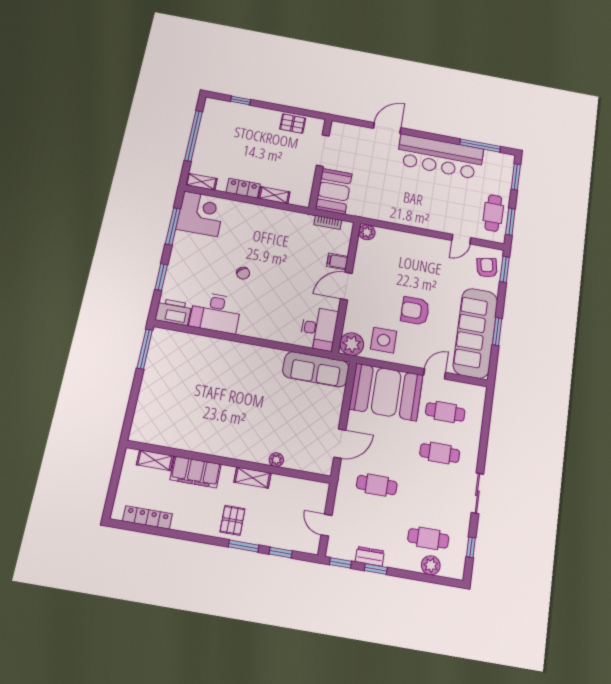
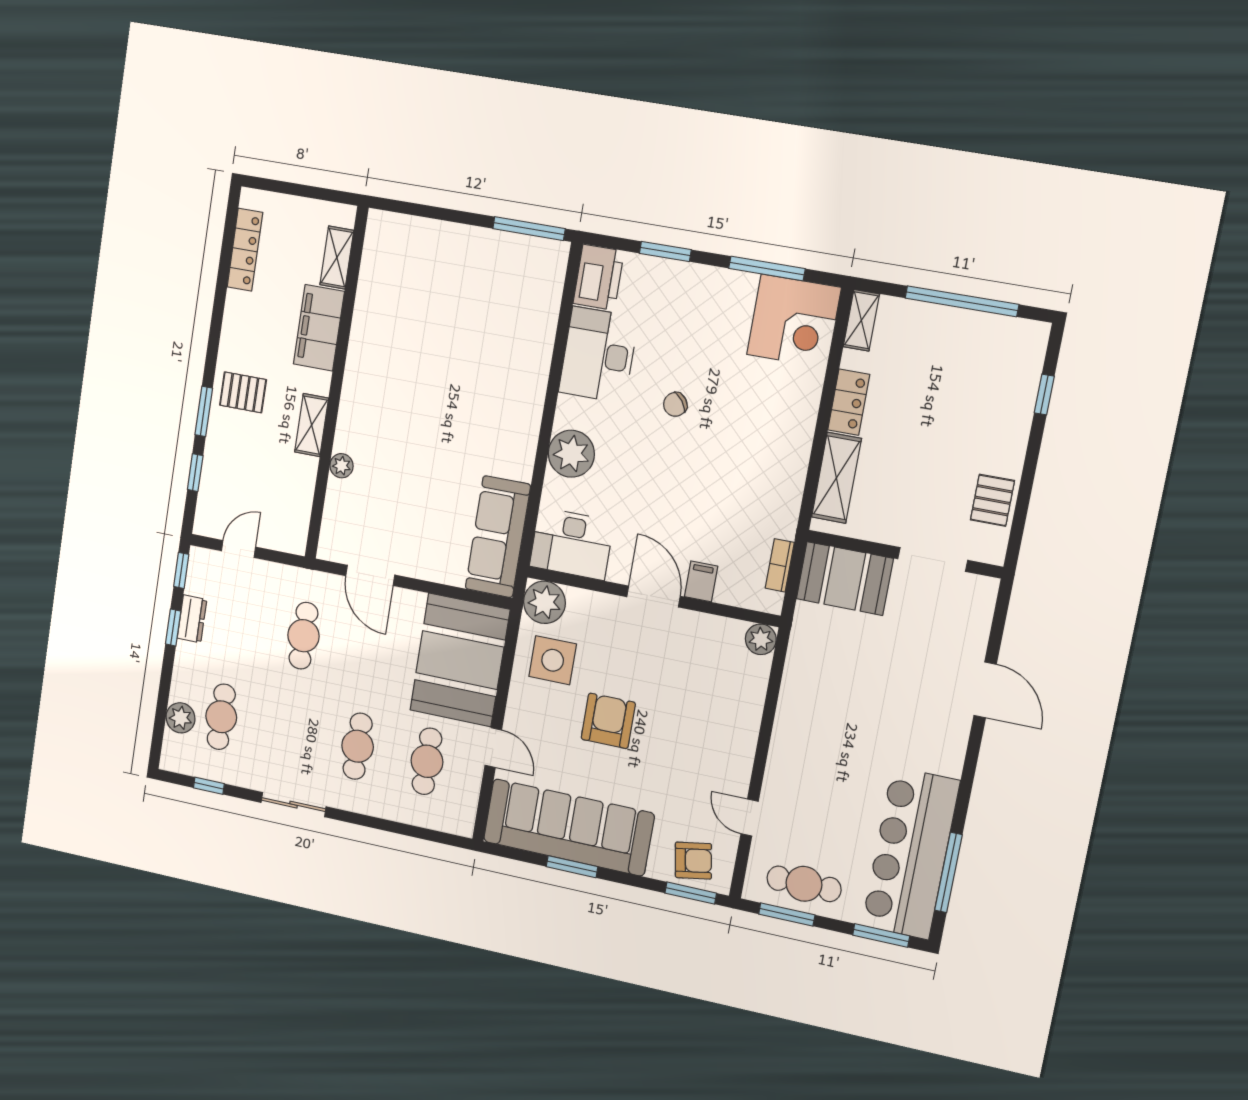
bar counter: (440, 157) -> (911, 853), moved
shelving: (274, 195) -> (836, 478), width x1.50, depth x1.33
plant: (269, 328) -> (571, 454), added

